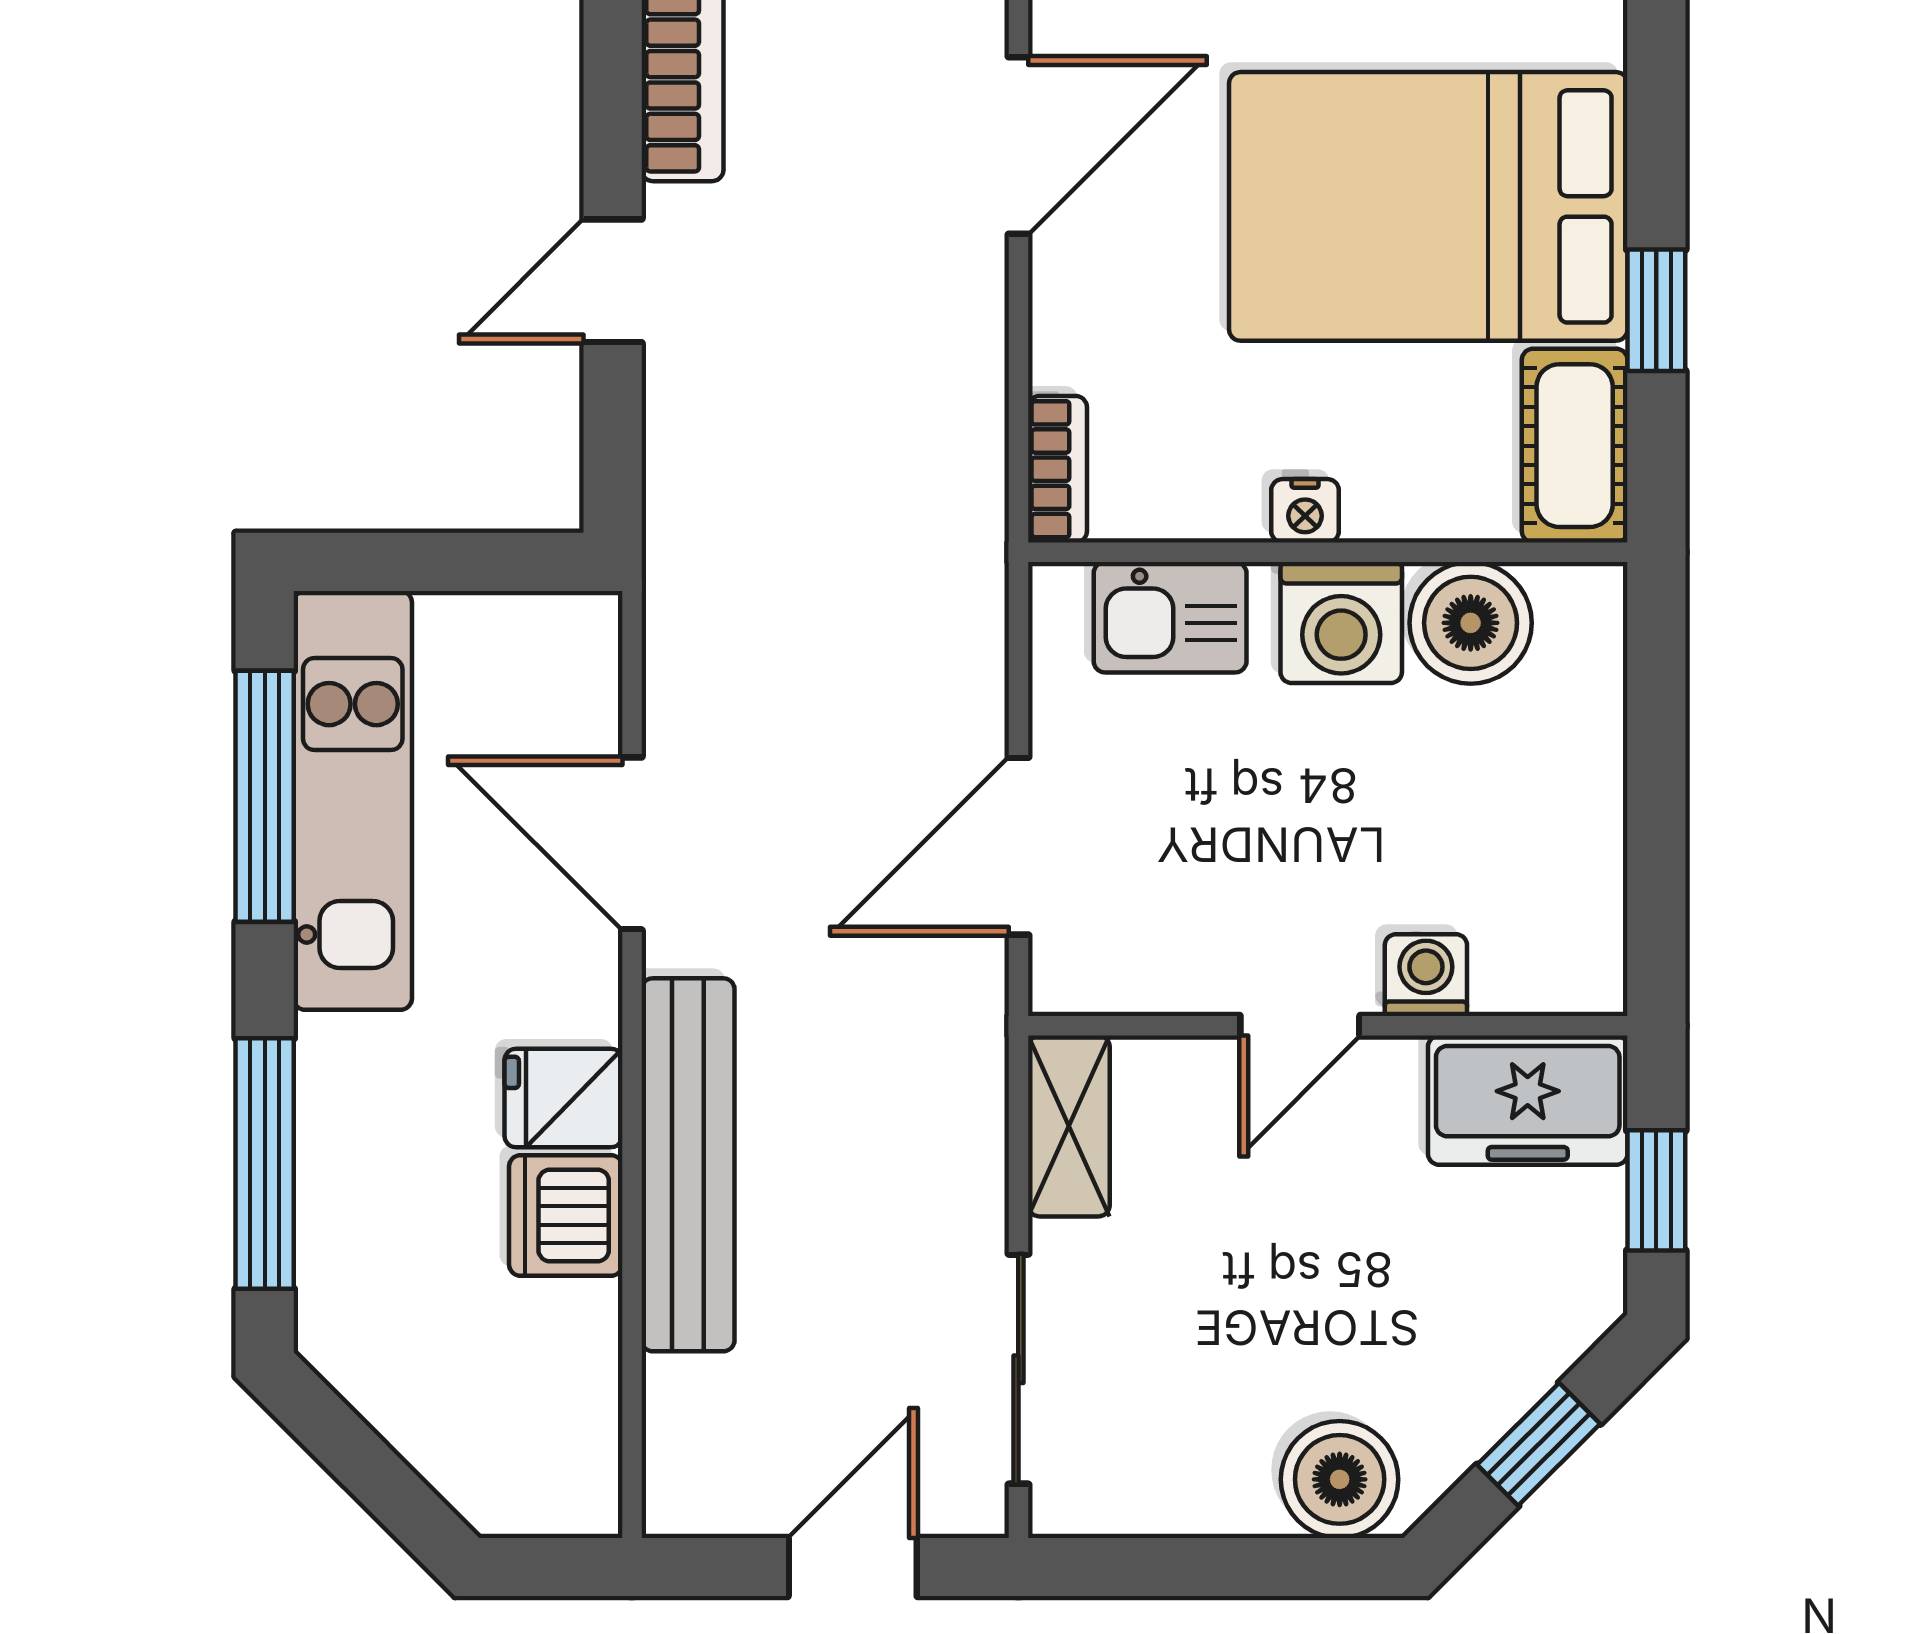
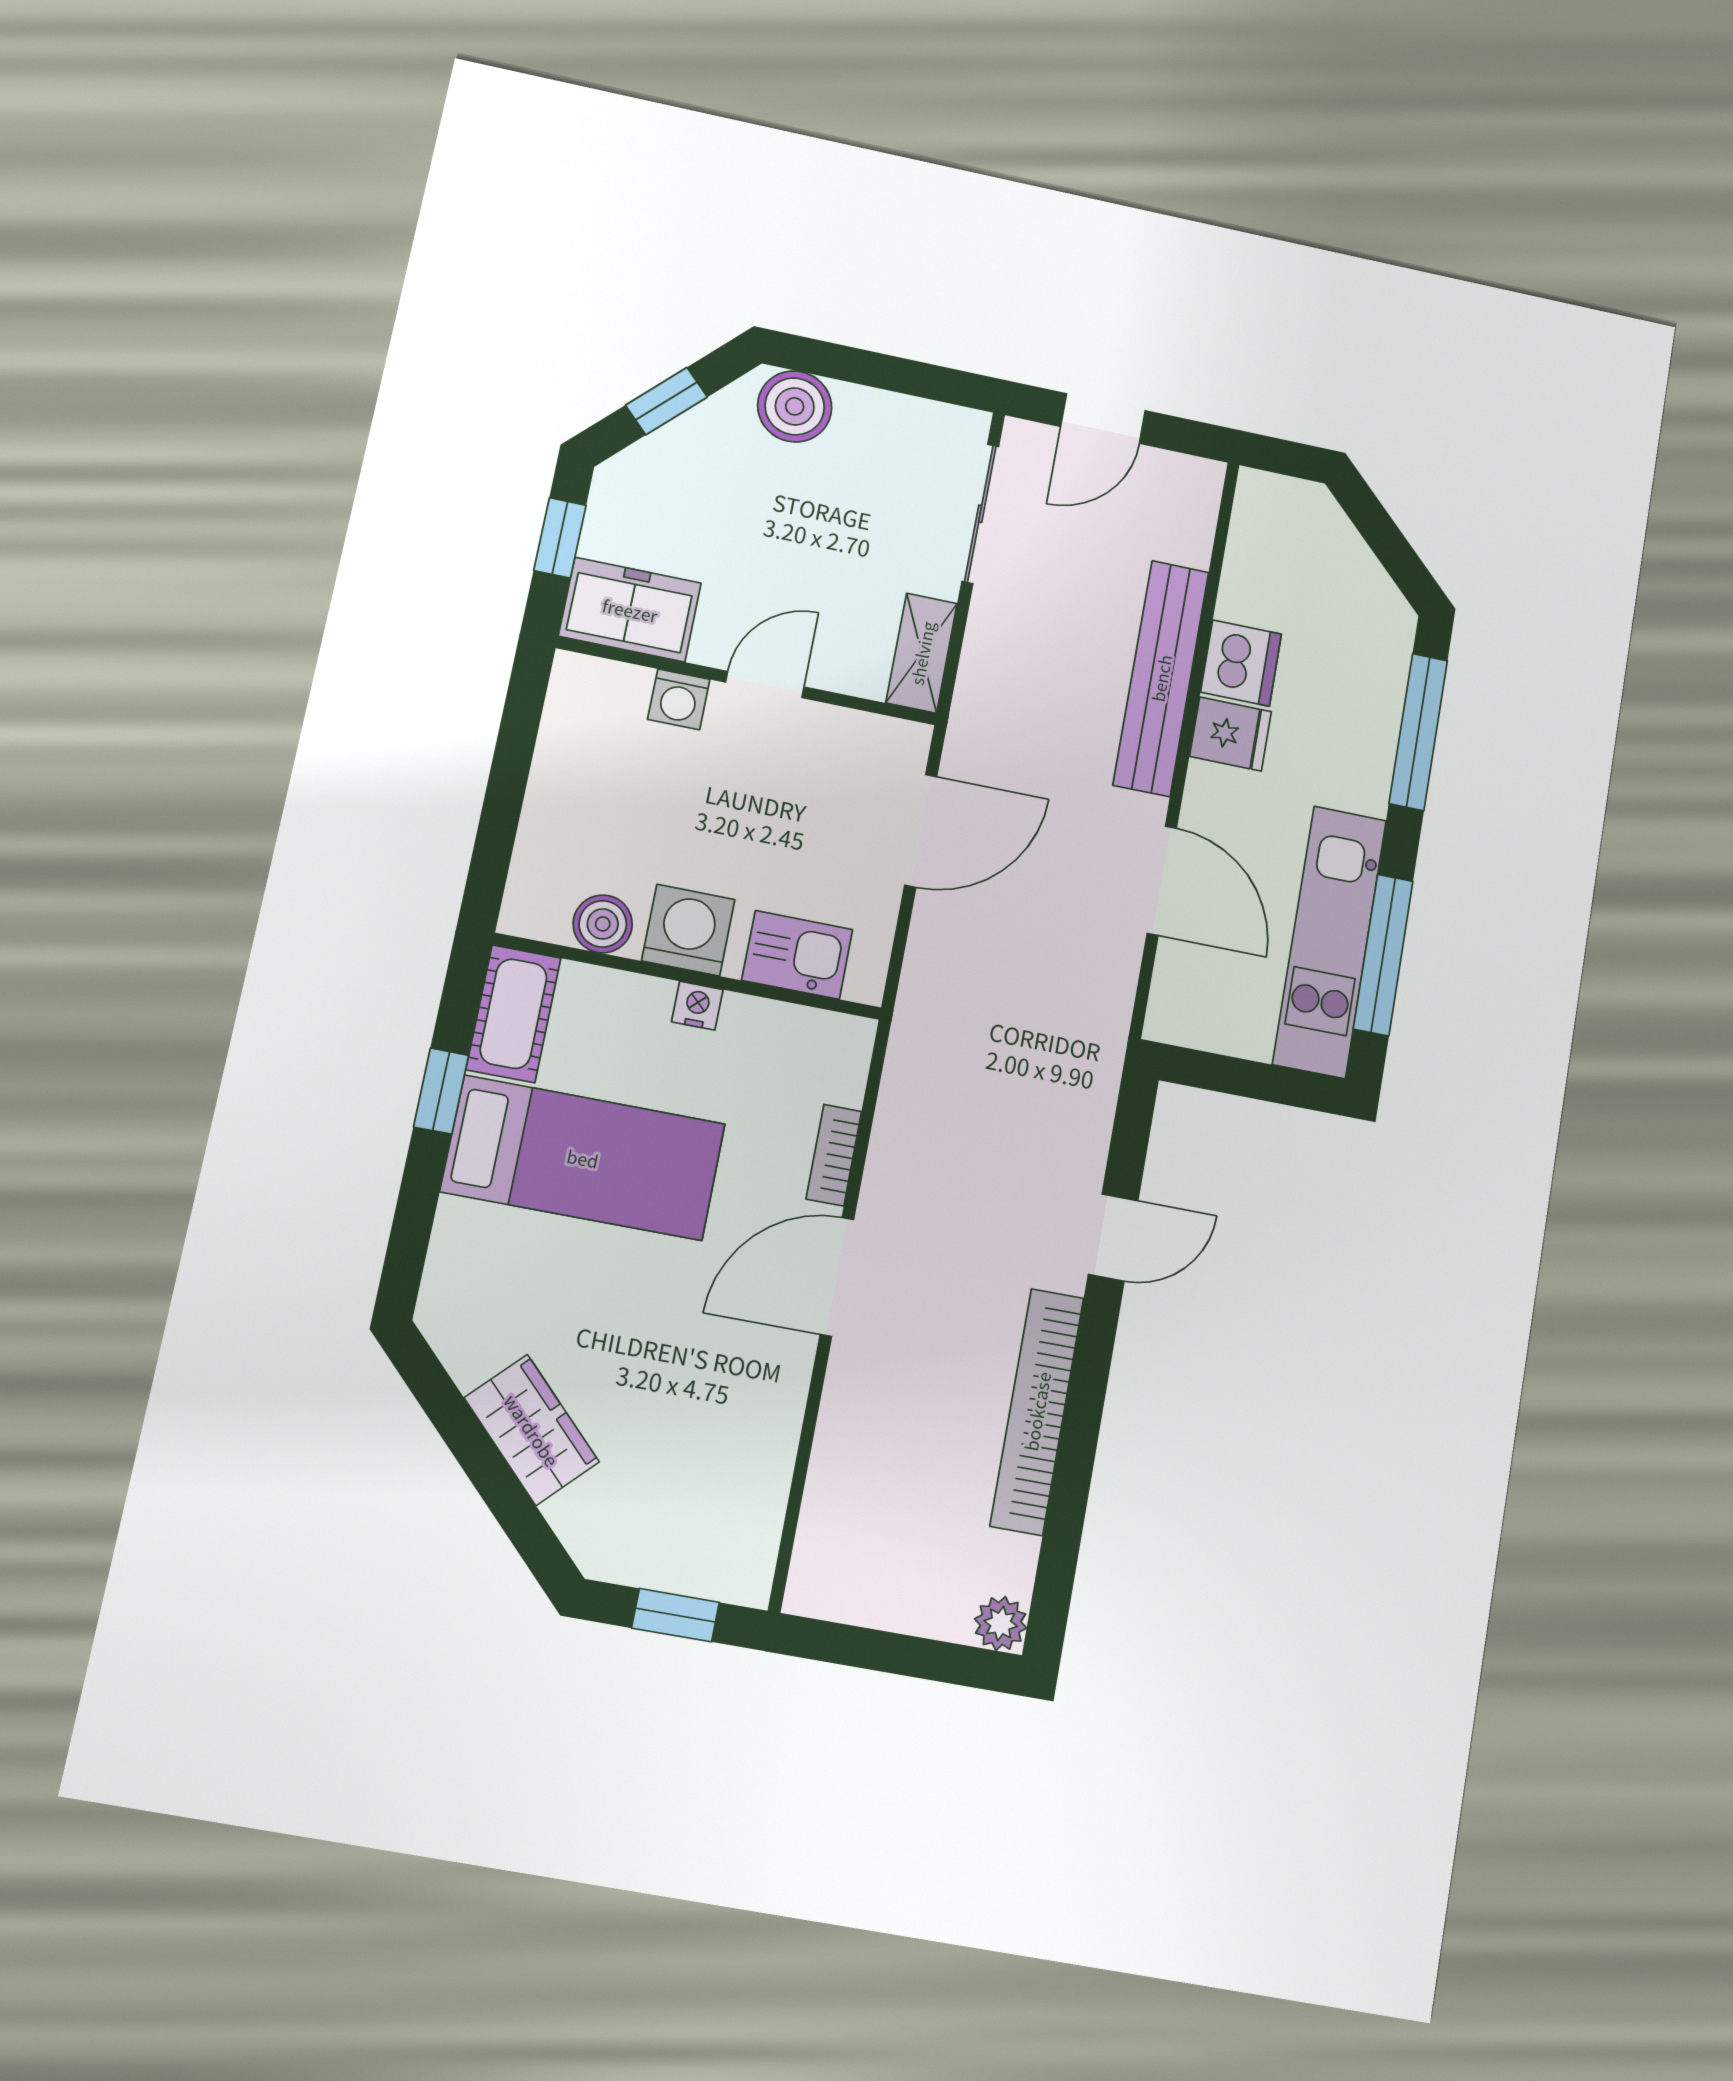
bed: (1428, 206) -> (583, 1158), width x0.67
bookcase: (1058, 469) -> (834, 1155), moved
boiler: (1471, 623) -> (603, 924), width x0.73, depth x0.73

